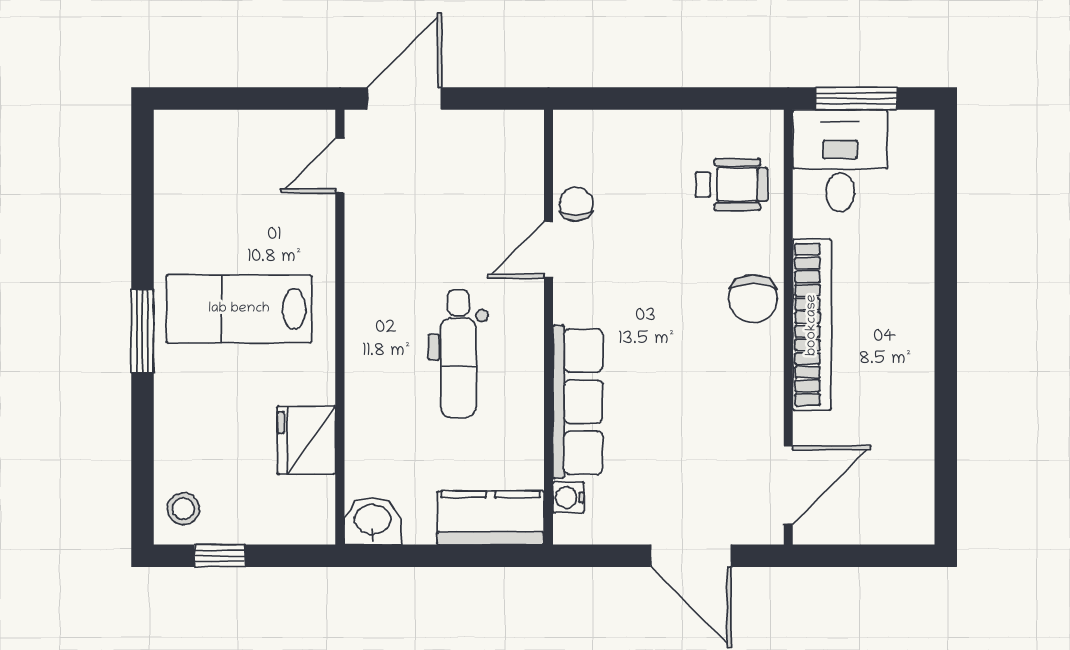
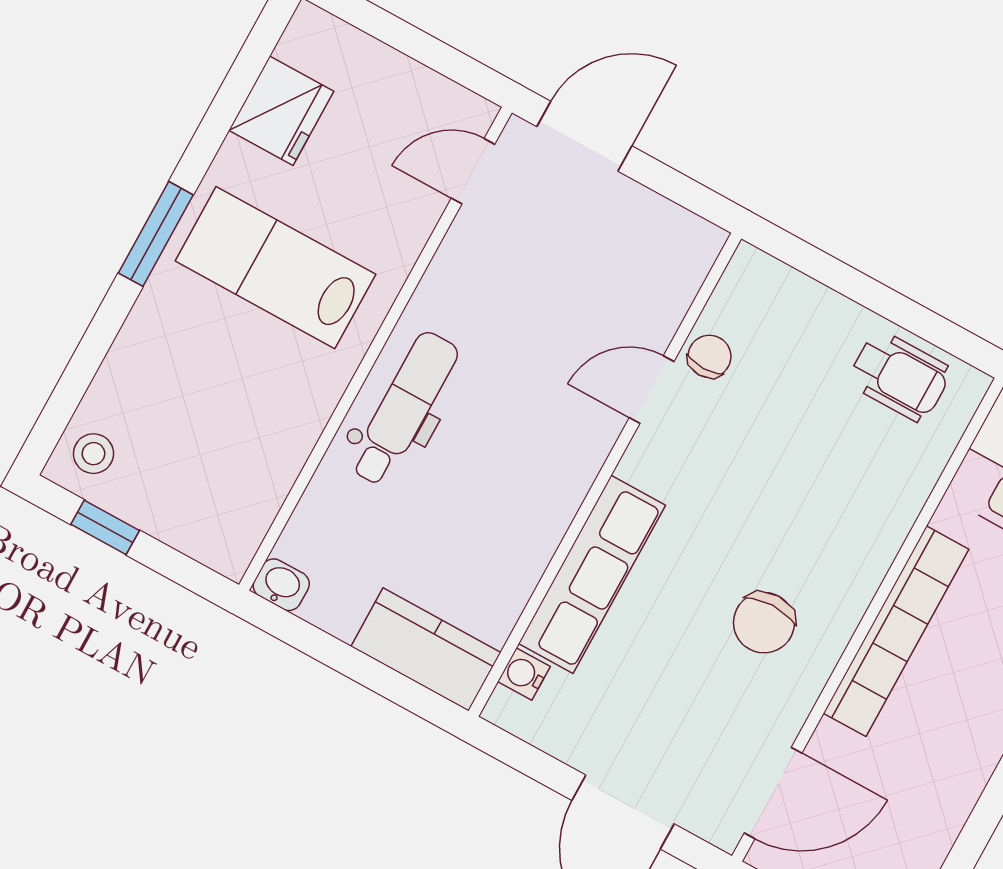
wheelchair: (732, 185) -> (900, 376), moved
chair: (753, 299) -> (764, 623), moved
dental chair: (458, 354) -> (404, 409), moved, turned 180
fridge: (306, 440) -> (281, 111), moved, turned 180
washbasin: (373, 521) -> (281, 585), width x0.72, depth x0.69

